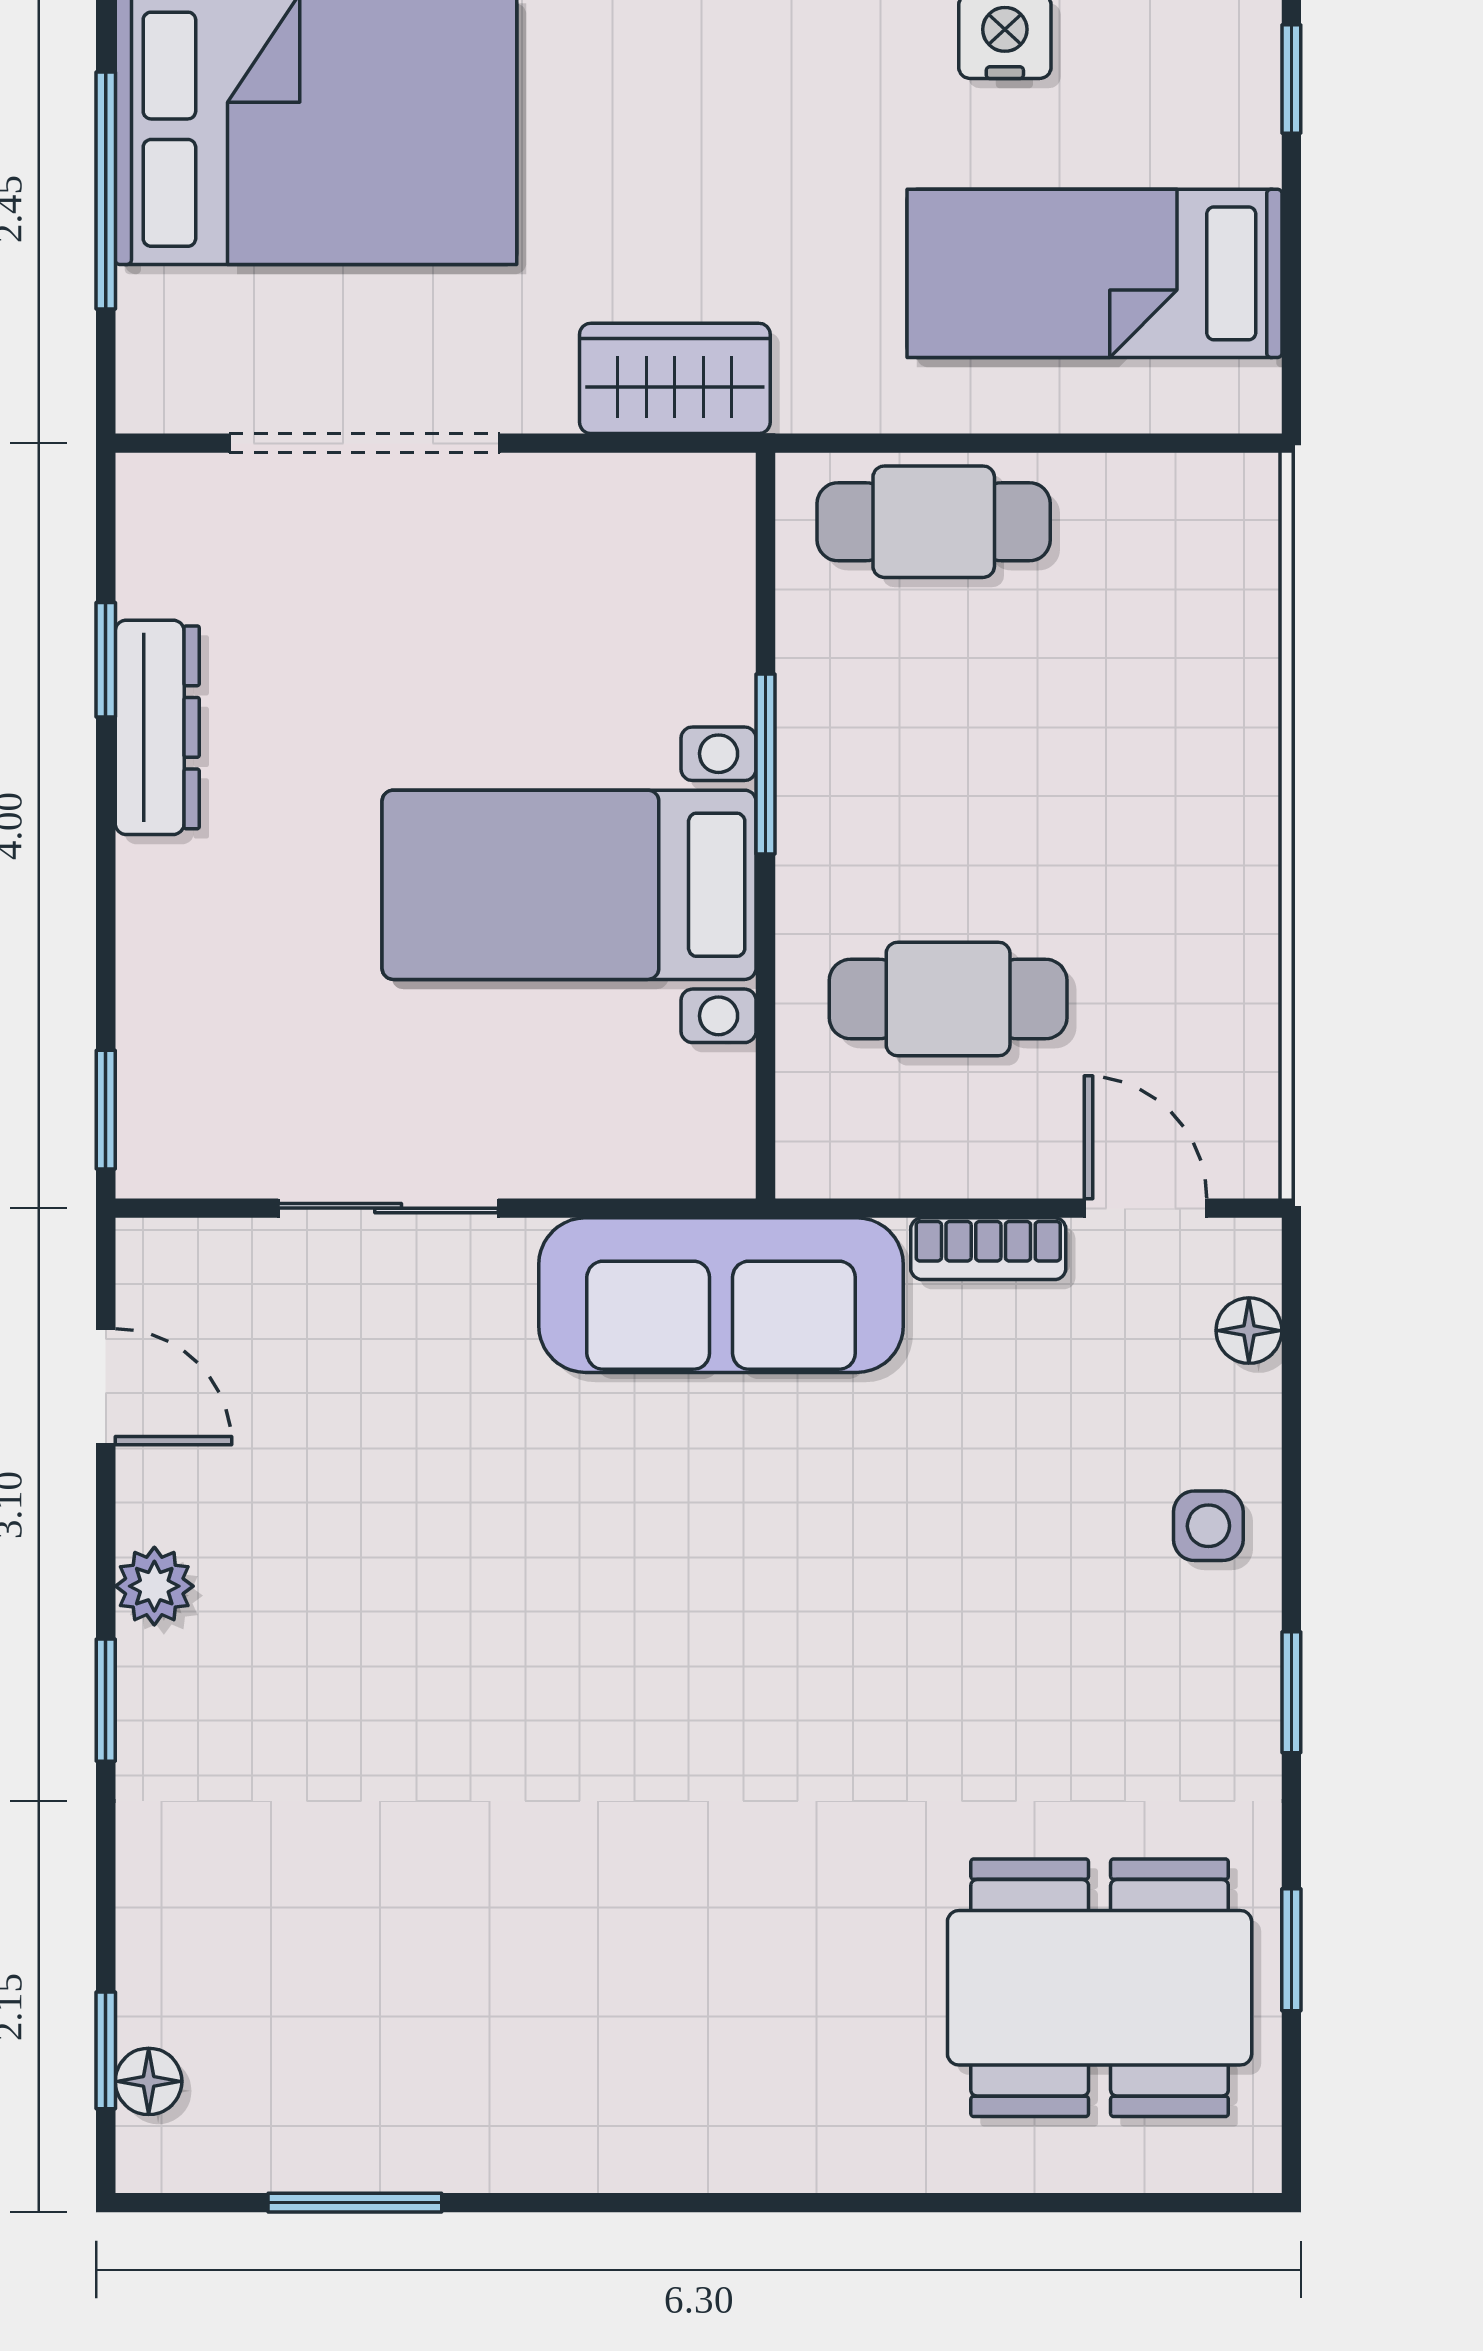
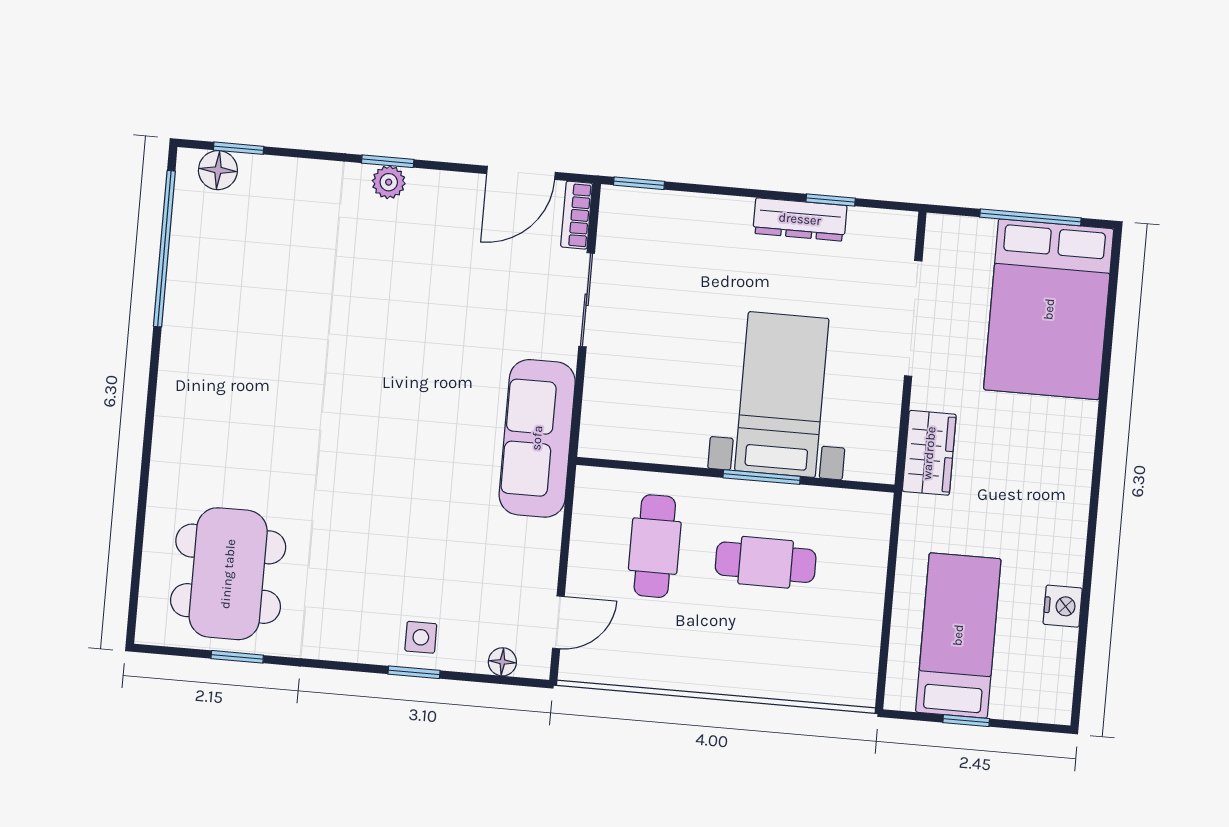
window: (1291, 79) -> (966, 721), moved
cafe table: (934, 522) -> (766, 562), moved, turned 90
bed with nightstands: (569, 885) -> (782, 395), moved
bookcase: (988, 1249) -> (577, 215), moved
door: (106, 1387) -> (521, 173), width x1.38
plant: (154, 1586) -> (389, 182), moved
window: (1291, 1692) -> (414, 672), moved
floor lamp: (149, 2081) -> (218, 170), width x1.37, depth x1.37
window: (355, 2203) -> (164, 249), width x2.11

